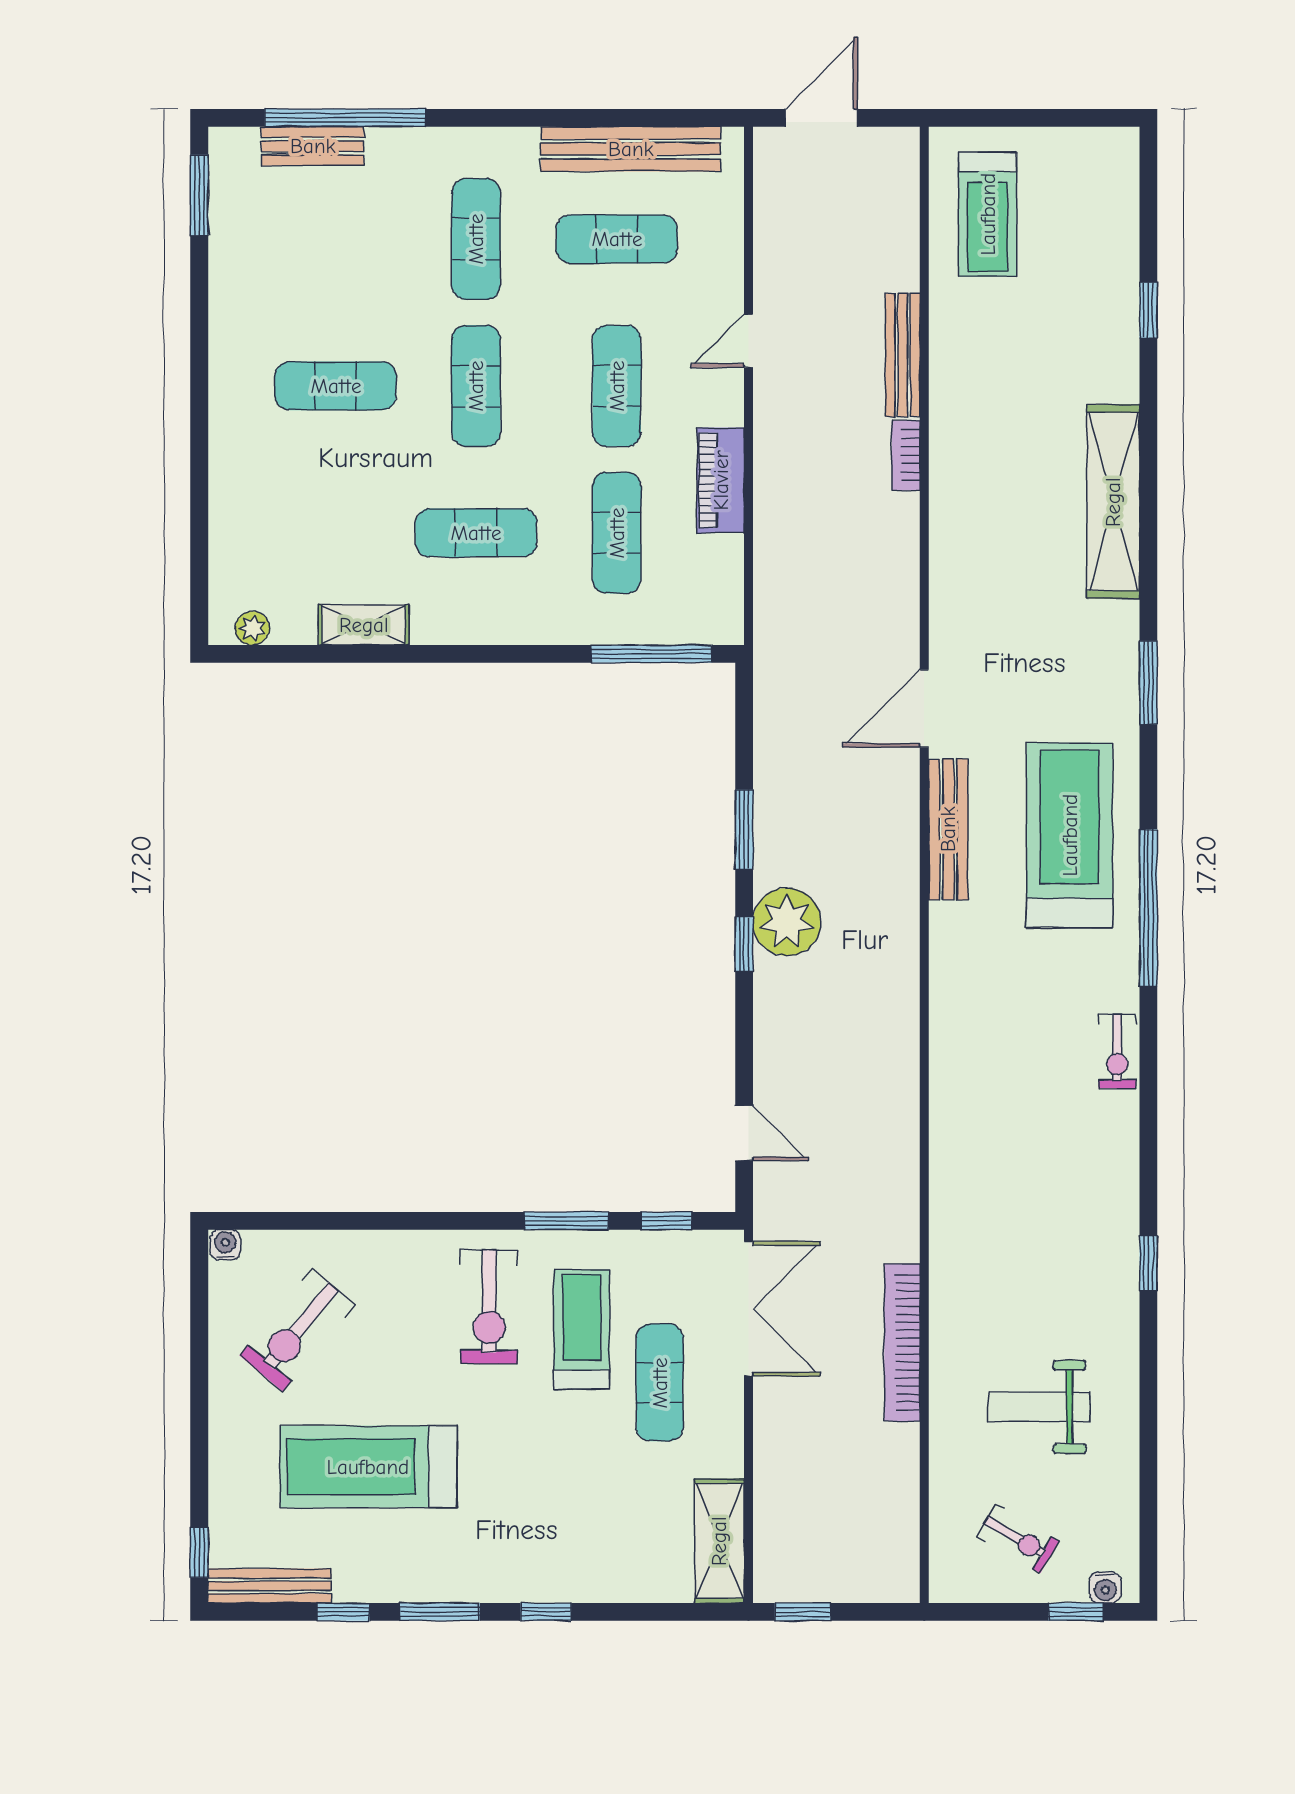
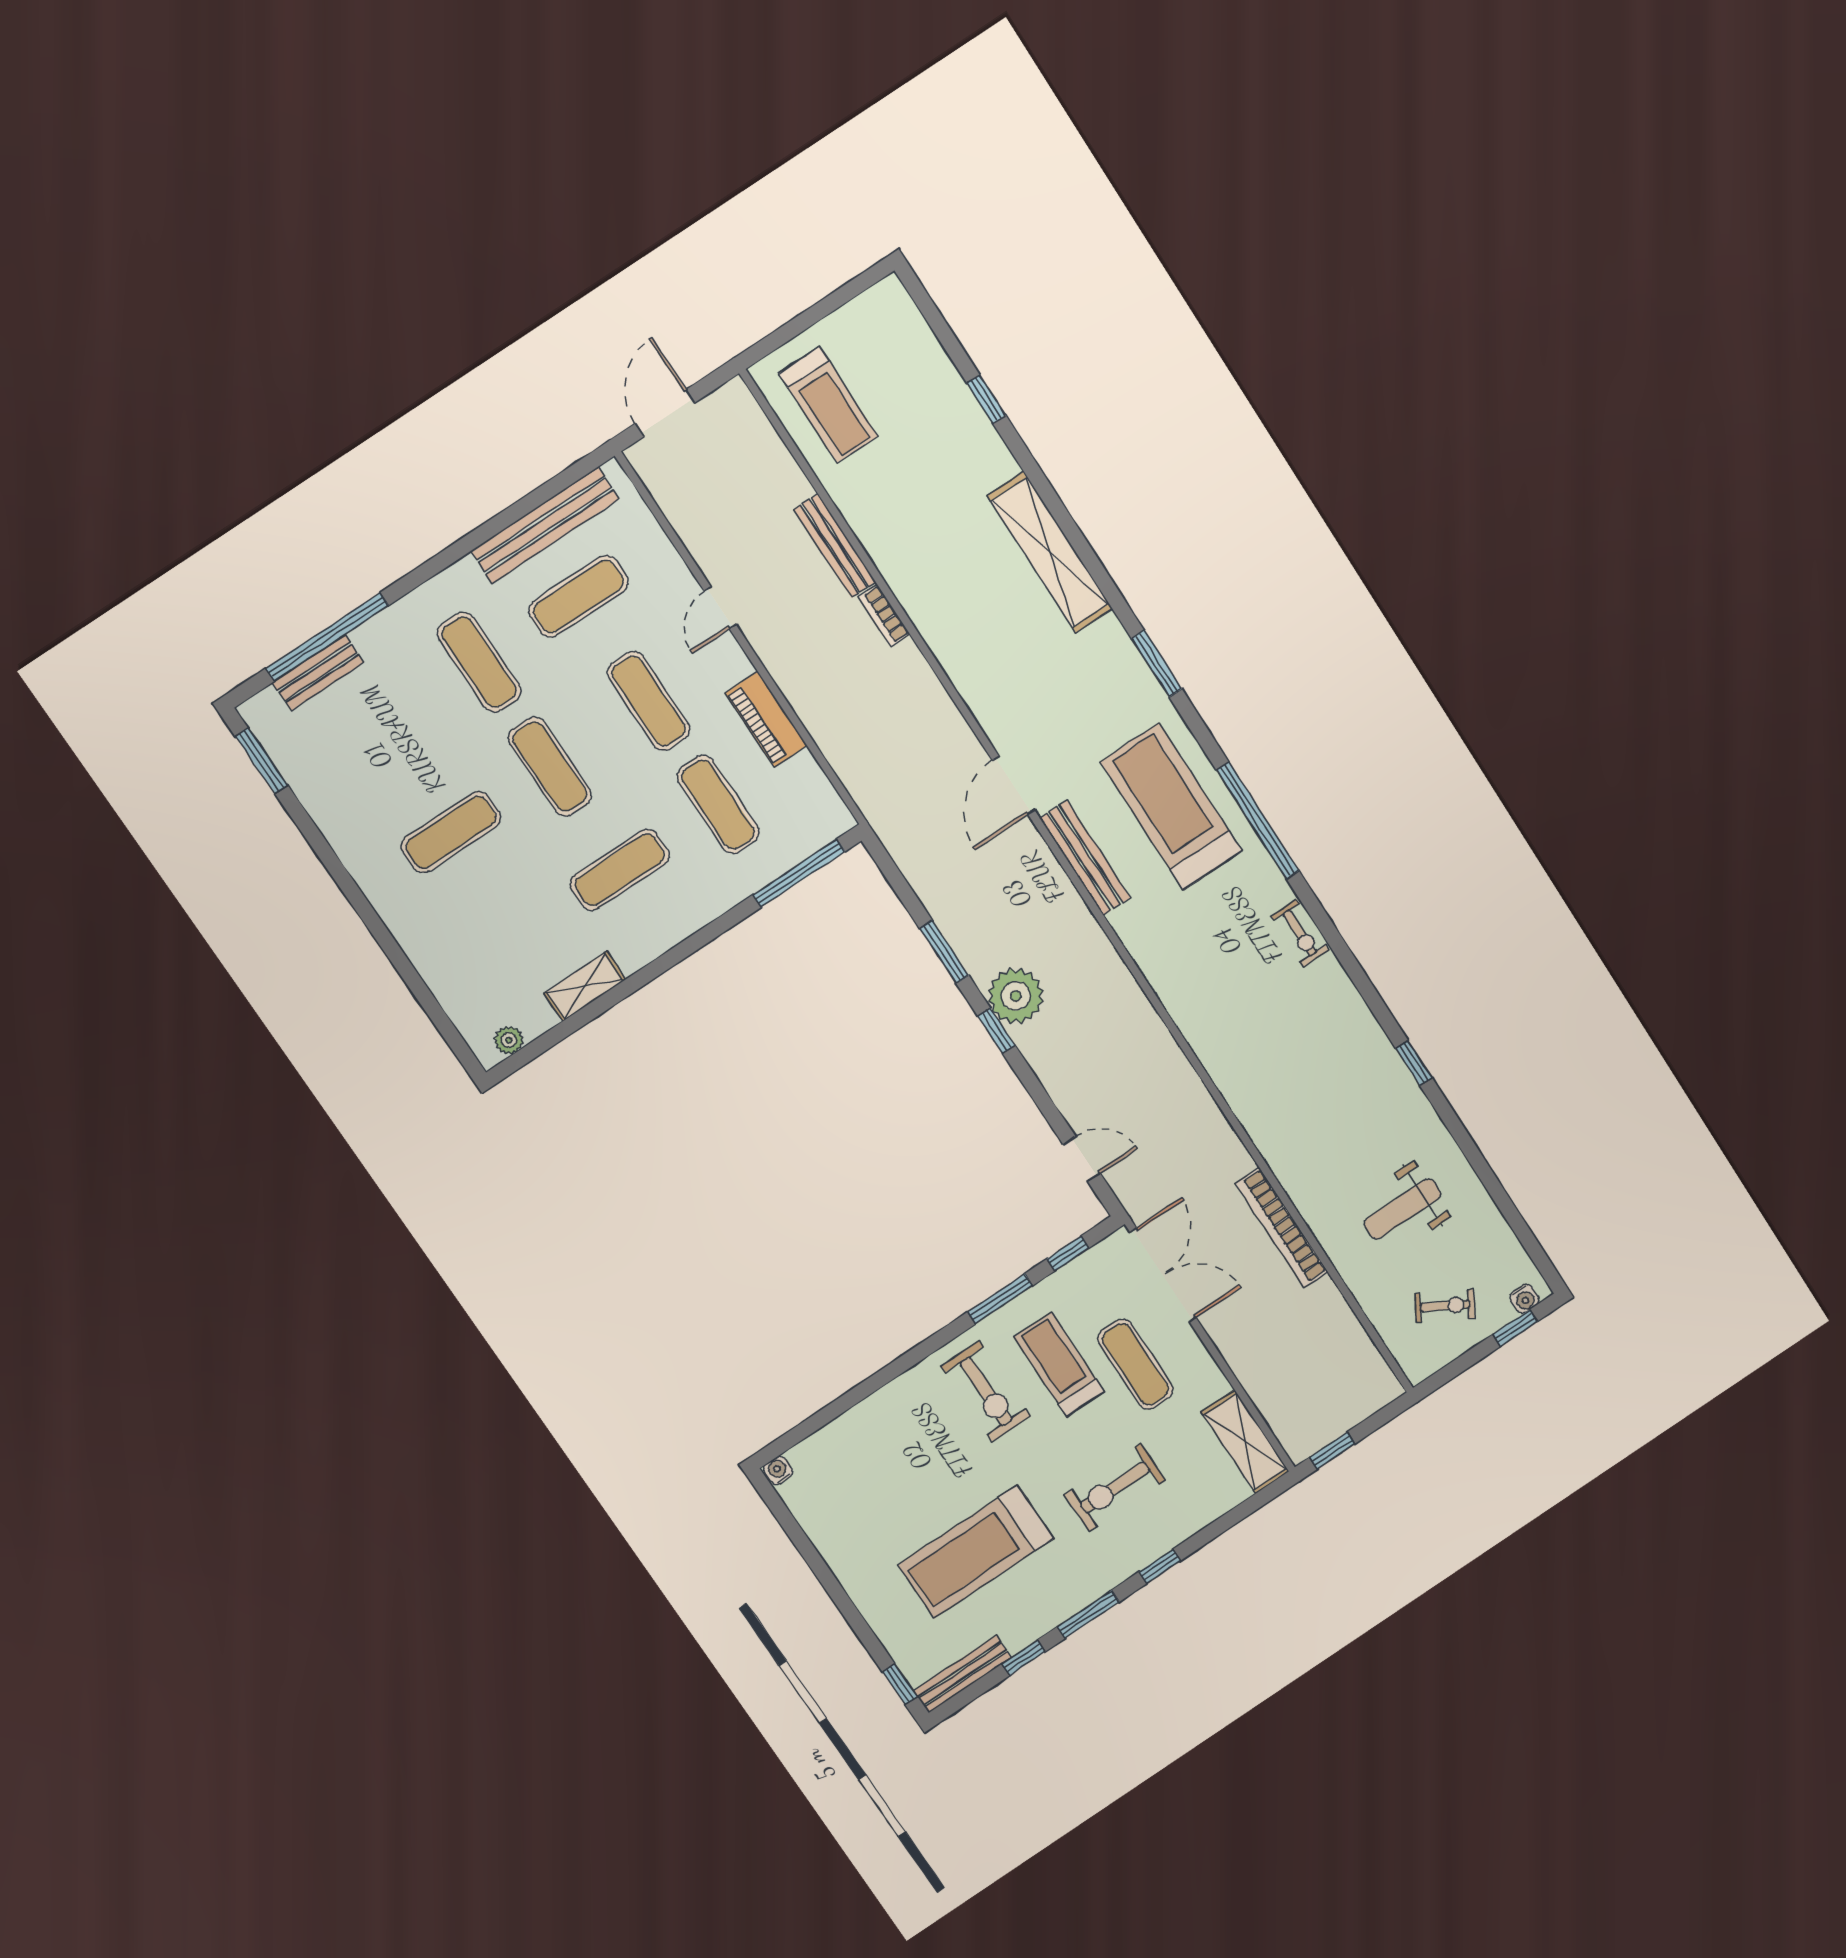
exercise bike: (298, 1330) -> (1115, 1487), moved, turned 50

